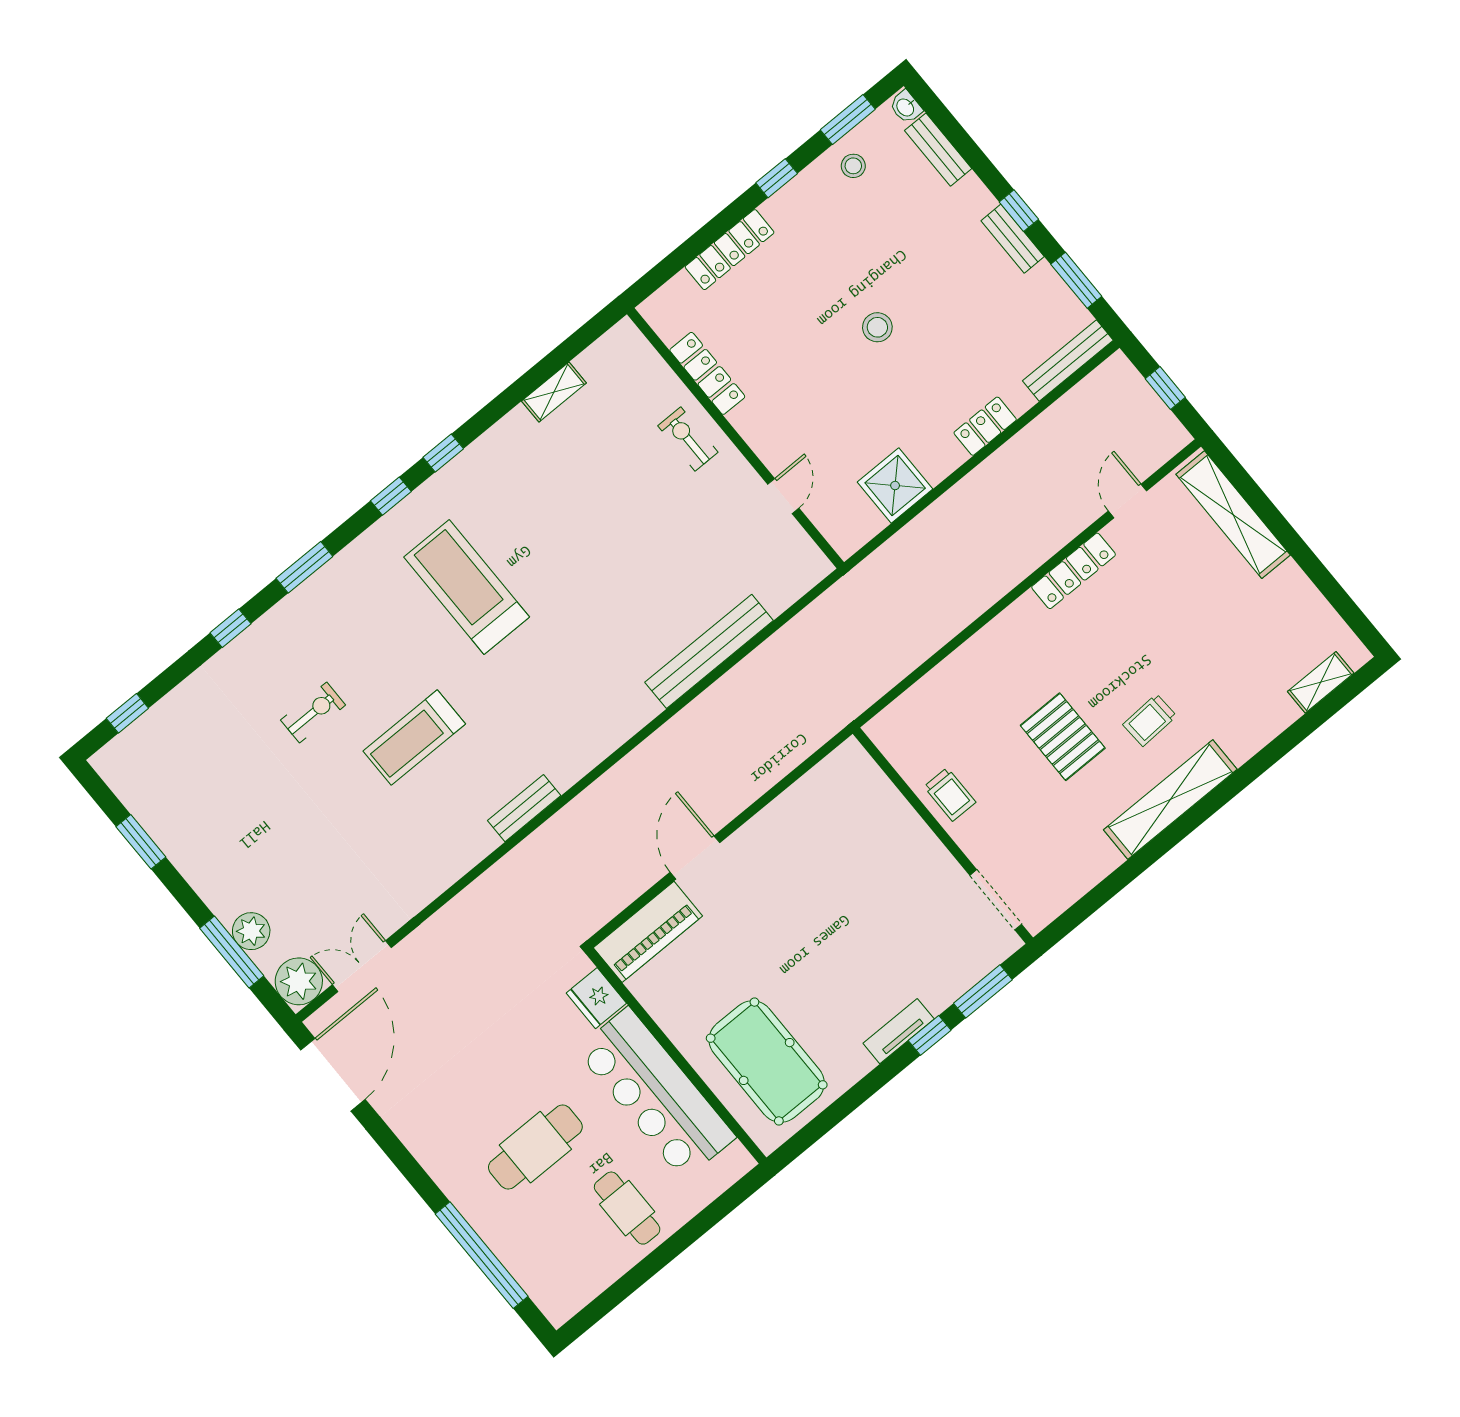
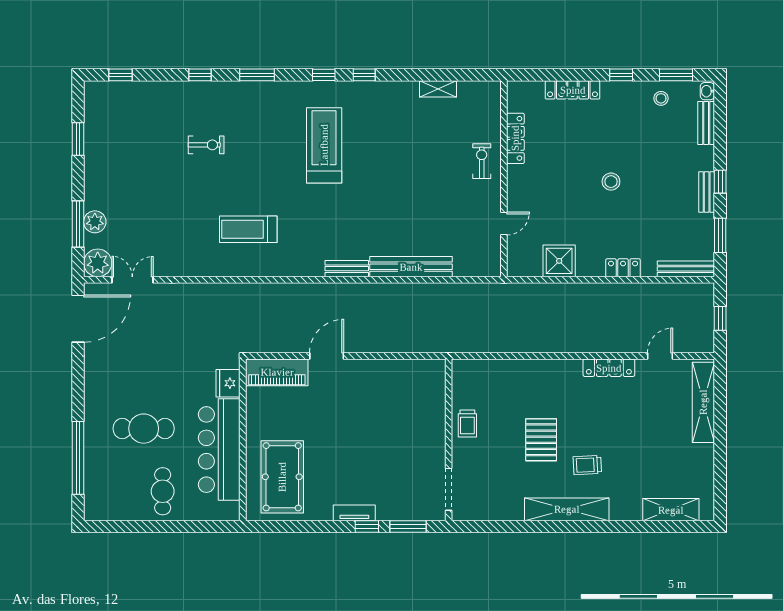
shelving: (1321, 682) -> (671, 510), width x1.50, depth x1.33
treadmill: (414, 737) -> (248, 229), moved
bench: (524, 808) -> (347, 269), moved

